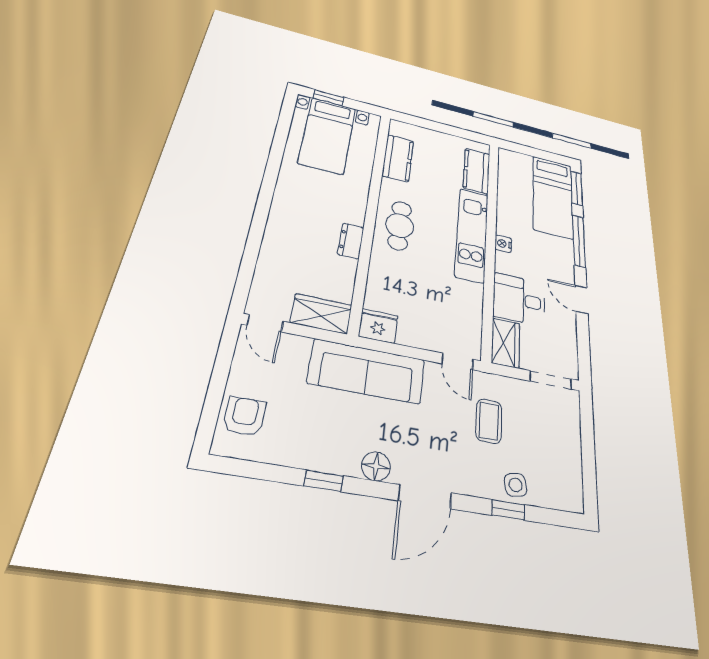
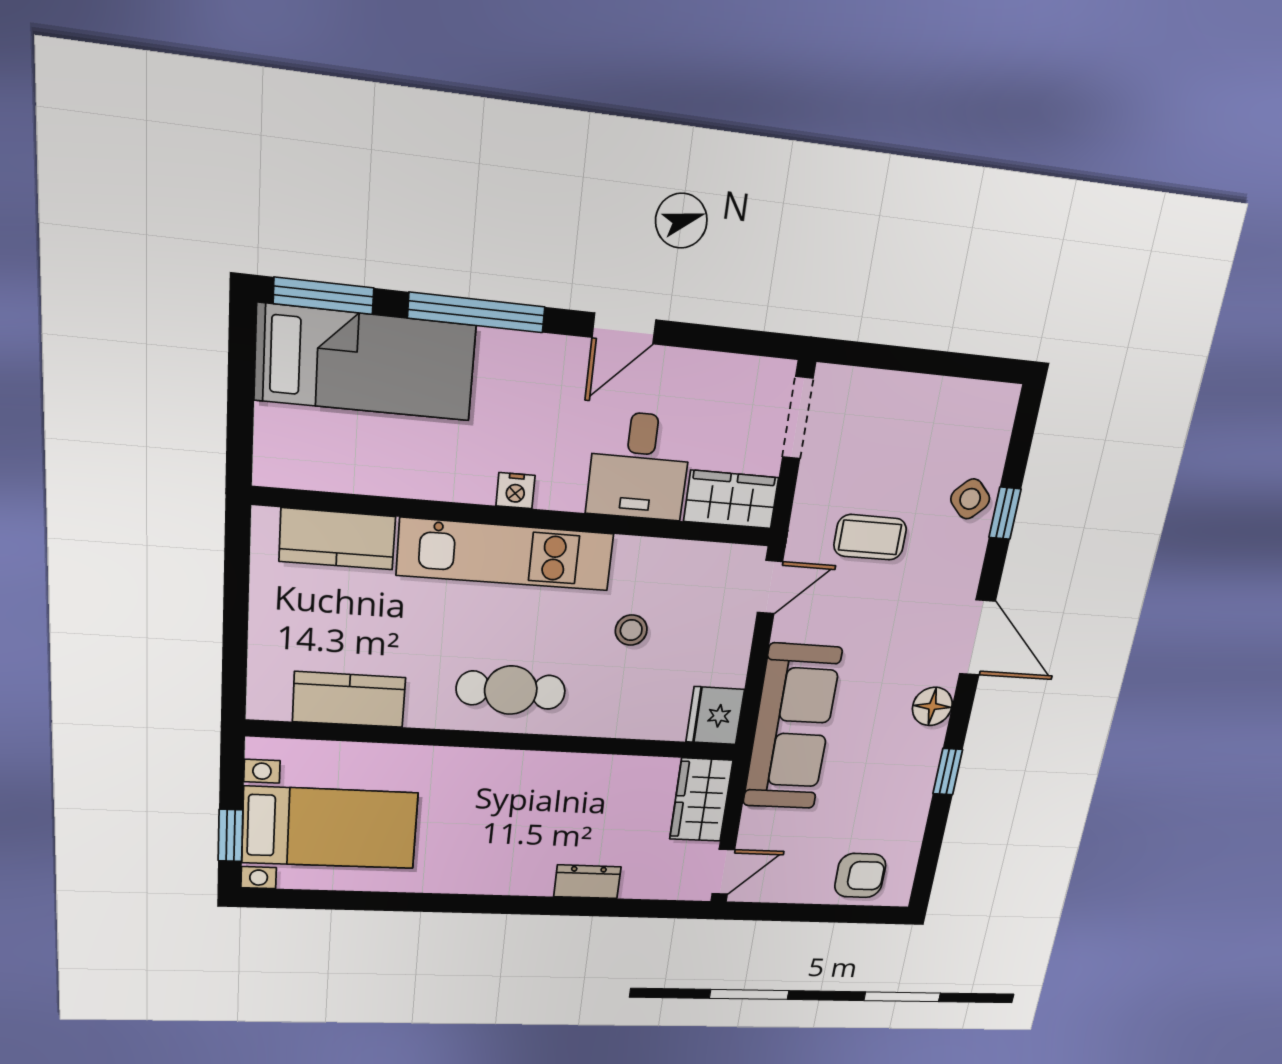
dresser: (351, 241) -> (587, 882), moved, turned 180
stool: (432, 286) -> (631, 630), added
armchair: (245, 416) -> (860, 876), turned 180
side table: (516, 485) -> (970, 499), turned -34

